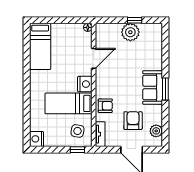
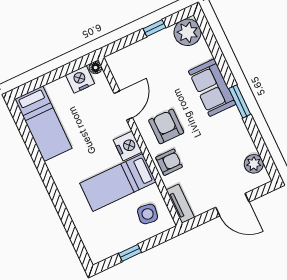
plant: (130, 32) -> (187, 32), moved
sofa: (153, 88) -> (212, 88), moved
armchair: (133, 121) -> (166, 126), moved
nightstand: (36, 139) -> (80, 79), moved, turned 90
window: (77, 150) -> (130, 253), moved

